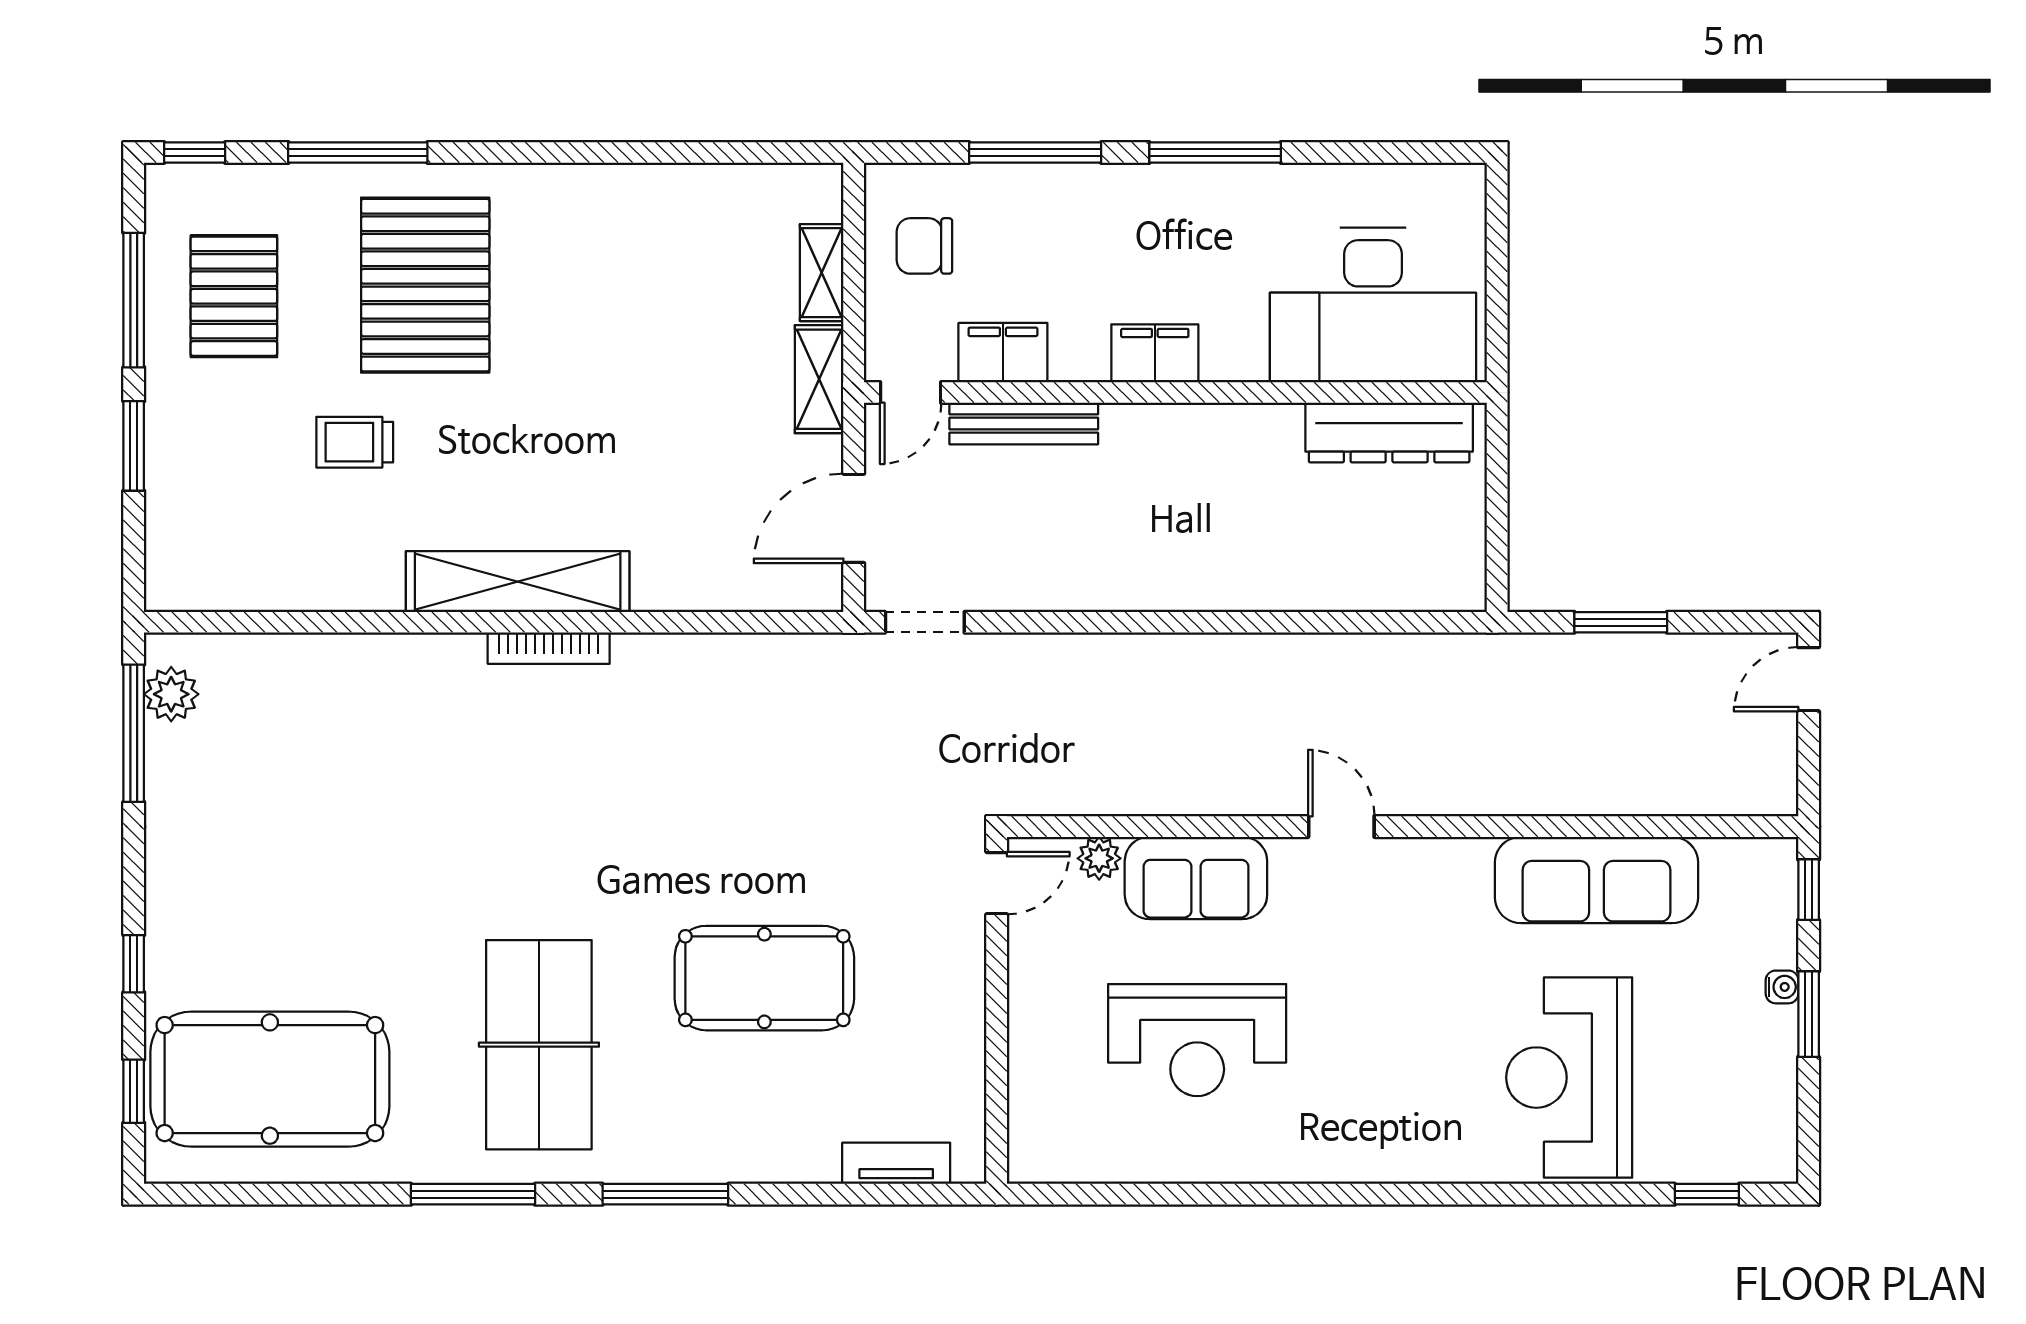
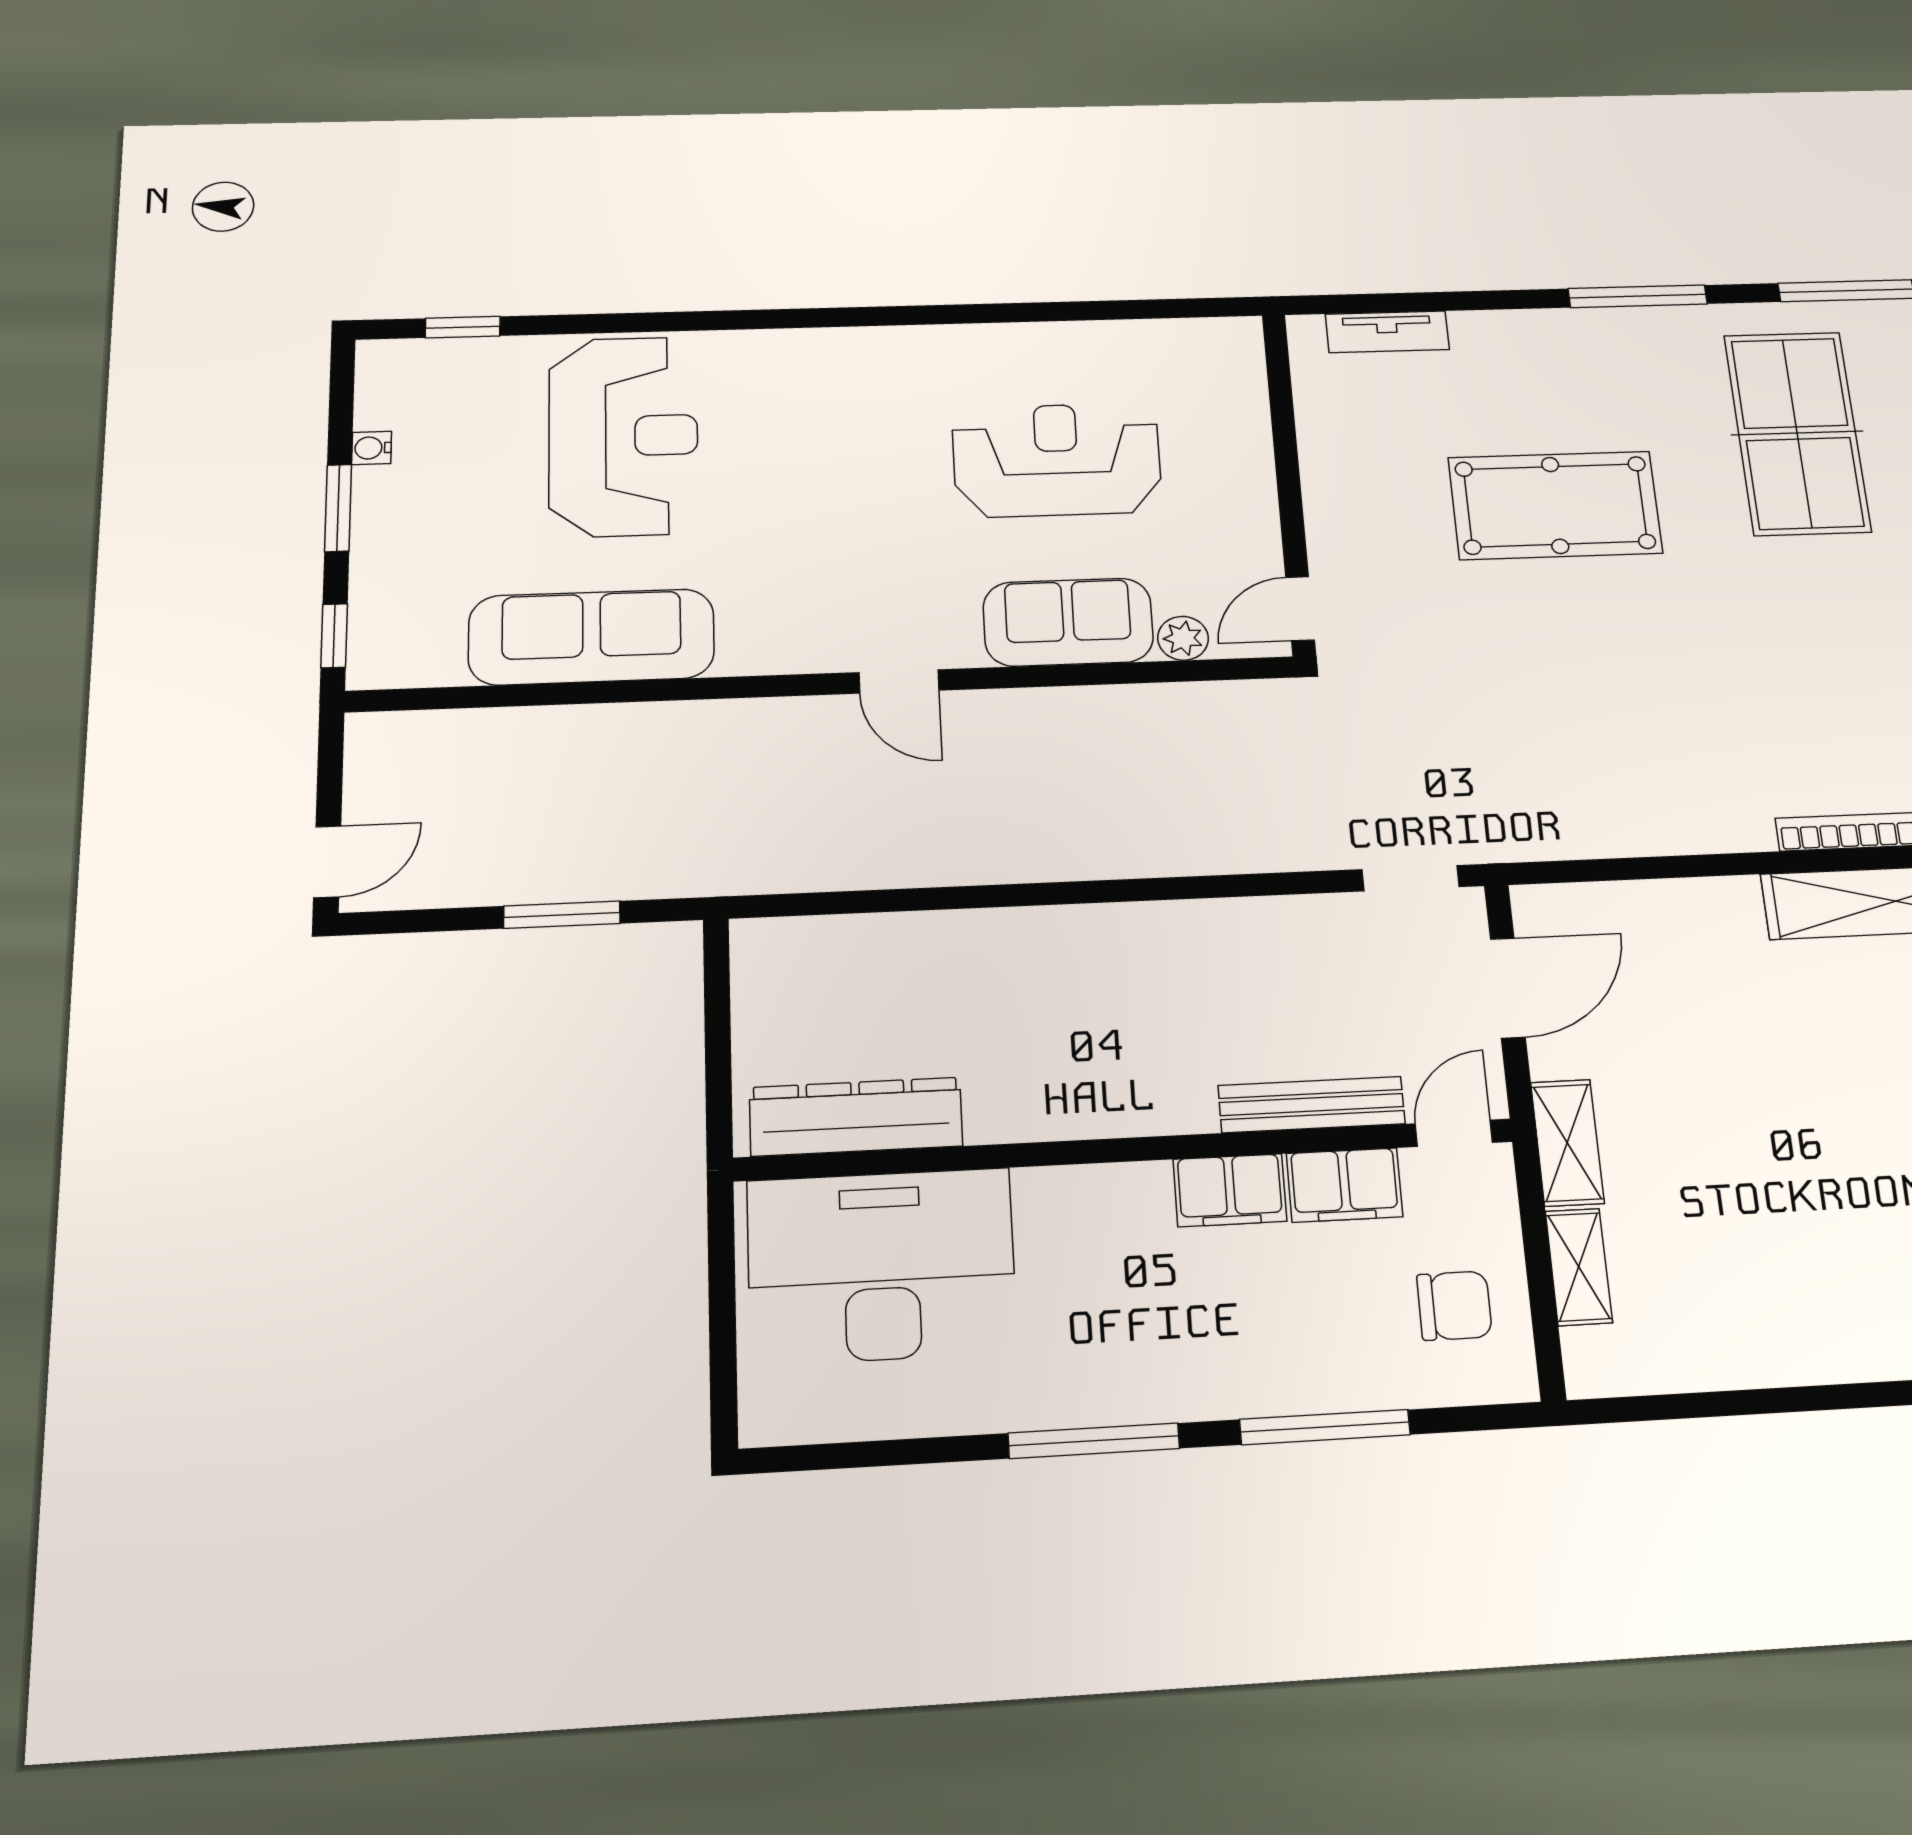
filing cabinet: (1155, 353) -> (1230, 1190), moved
water cooler: (1782, 987) -> (372, 448), moved

